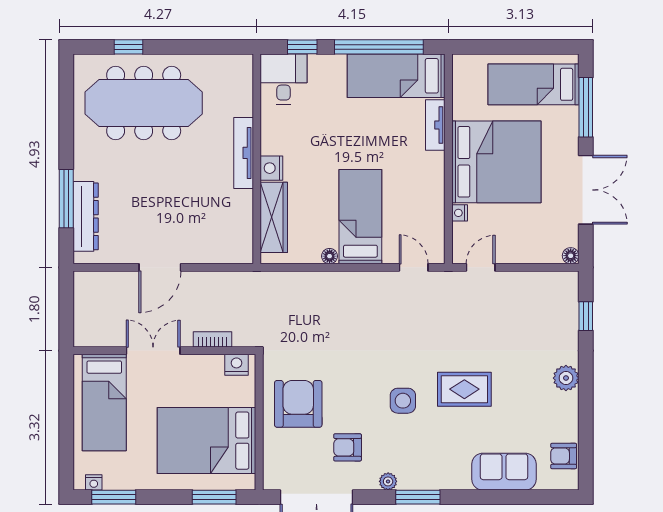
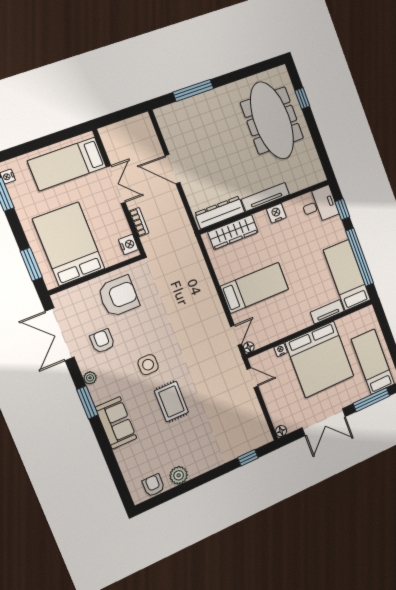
nightstand: (271, 168) -> (276, 213), moved
dresser: (86, 216) -> (220, 213), moved, turned 180
floor lamp: (330, 256) -> (249, 347), moved
plant: (566, 378) -> (179, 475), moved
sofa: (504, 472) -> (116, 423), moved

